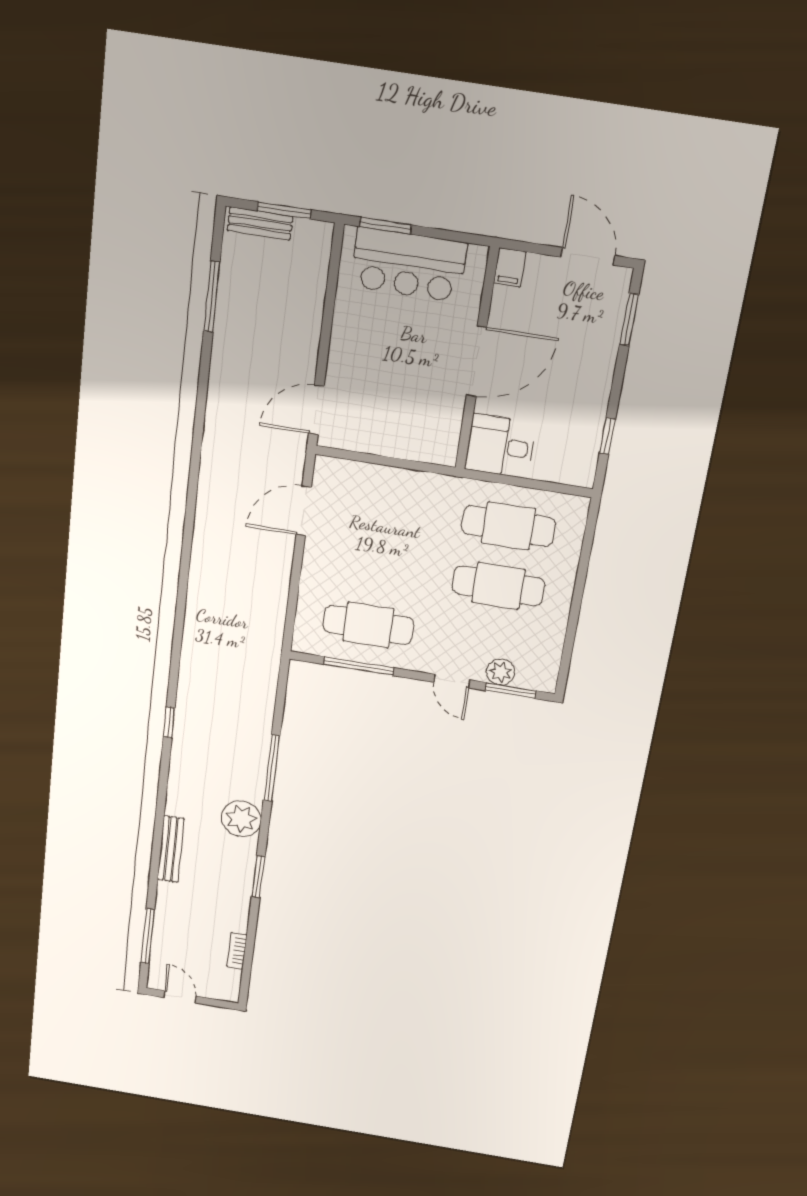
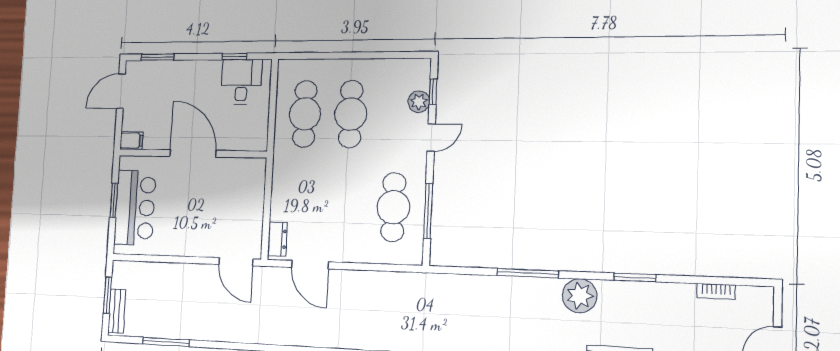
window: (385, 226) -> (114, 200), moved
desk: (500, 446) -> (241, 82), moved, turned 180
dresser: (342, 471) -> (277, 239), added
window: (511, 691) -> (433, 92), width x0.67

